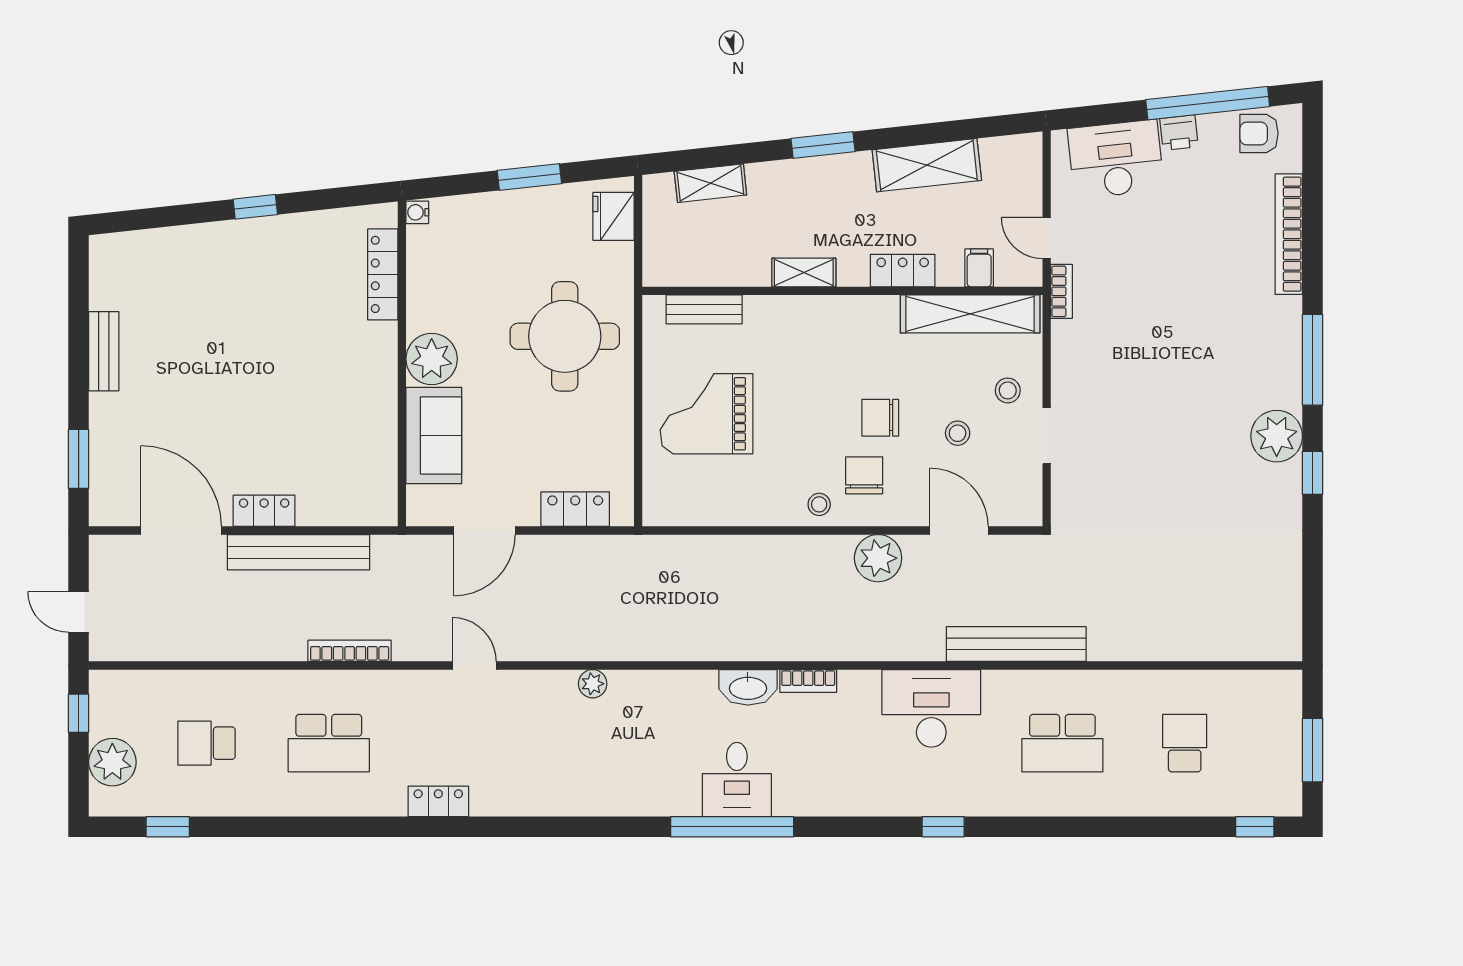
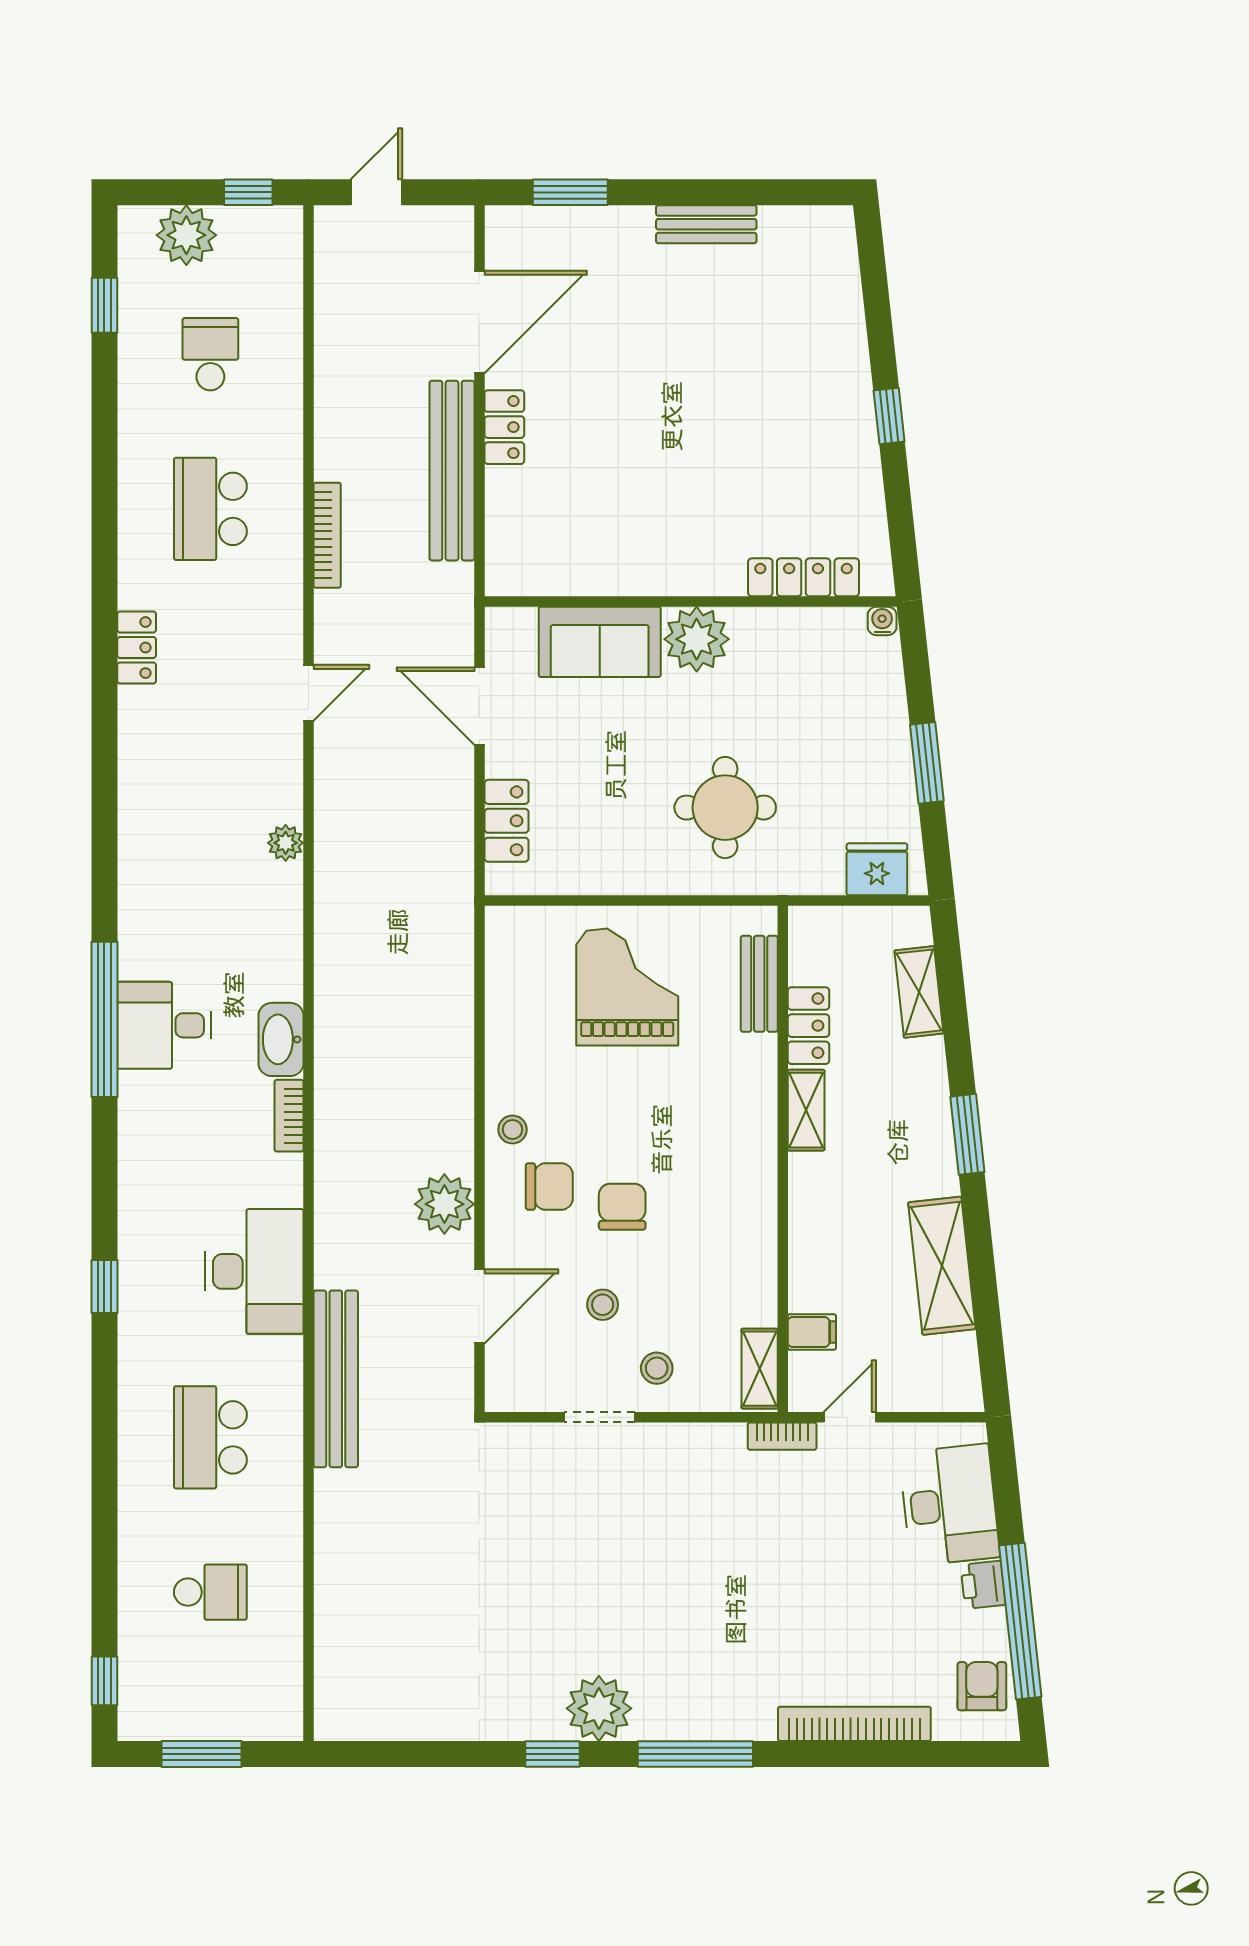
locker: (903, 271) -> (808, 1026), moved
shelving: (970, 314) -> (760, 1369), width x0.45, depth x0.75
round table: (565, 336) -> (725, 808), width x0.73, depth x0.73

